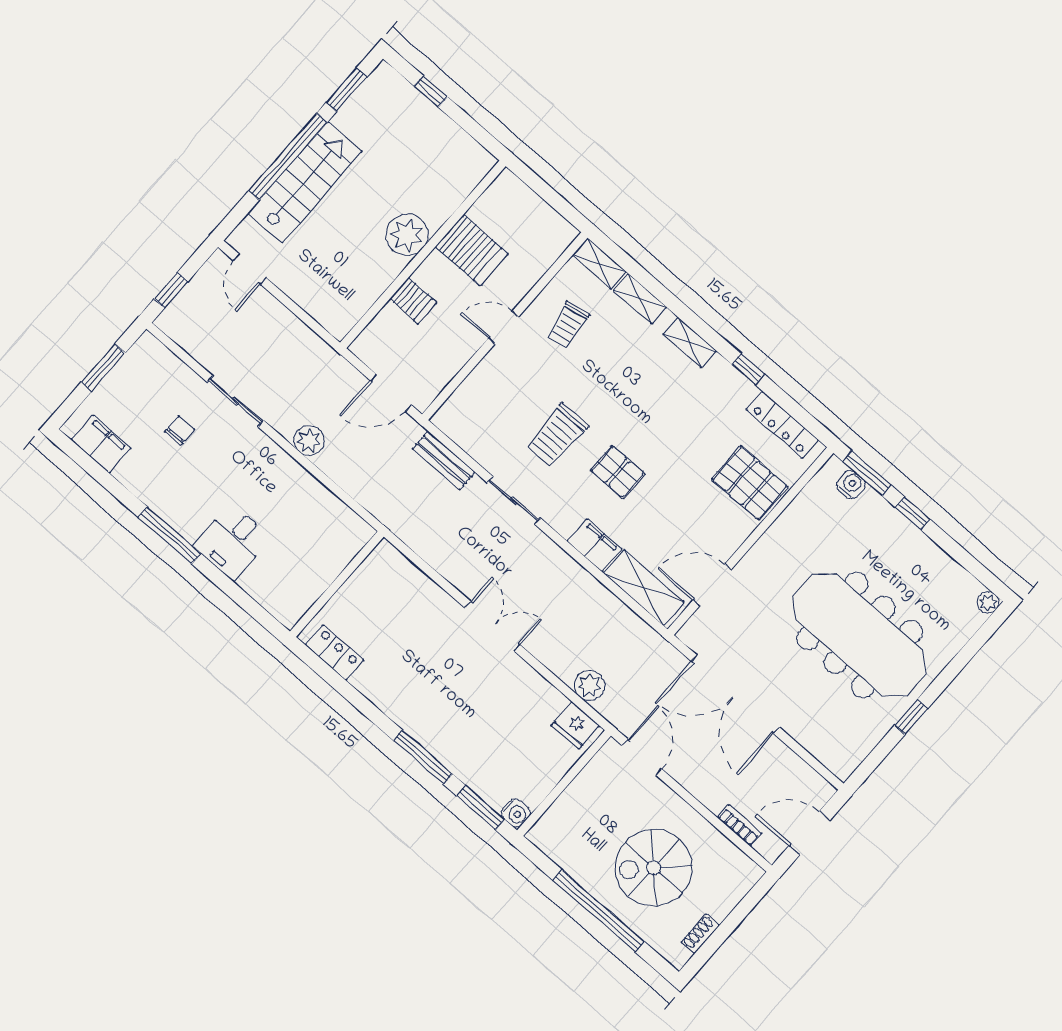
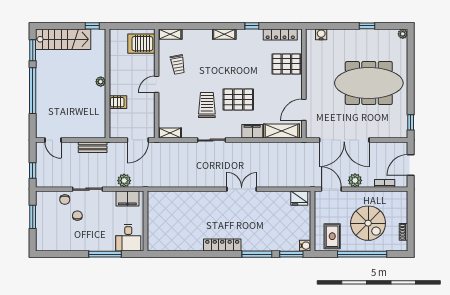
window: (431, 91) -> (92, 26), moved
stairs: (305, 182) -> (63, 39), moved, turned 90
plant: (407, 235) -> (101, 82), width x0.53, depth x0.53
server rack: (472, 250) -> (141, 44), moved, turned 180
shelving: (640, 299) -> (170, 133), moved
chair: (182, 385) -> (65, 200), added
trolley: (557, 435) -> (207, 105), turned 180
filing cabinet: (101, 444) -> (127, 199), moved, turned 180
bench: (444, 460) -> (93, 147), moved
pallet: (618, 472) -> (238, 100), width x1.50, depth x1.42
window: (867, 473) -> (323, 26), removed
window: (913, 513) -> (367, 26), moved
wall: (337, 584) -> (146, 221), moved
locker: (334, 652) -> (222, 245), moved, width x1.53
plant: (589, 685) -> (355, 180), moved
window: (911, 717) -> (411, 122), moved
rug: (575, 837) -> (332, 236), added
spiral stairs: (654, 868) -> (368, 223), turned -90

